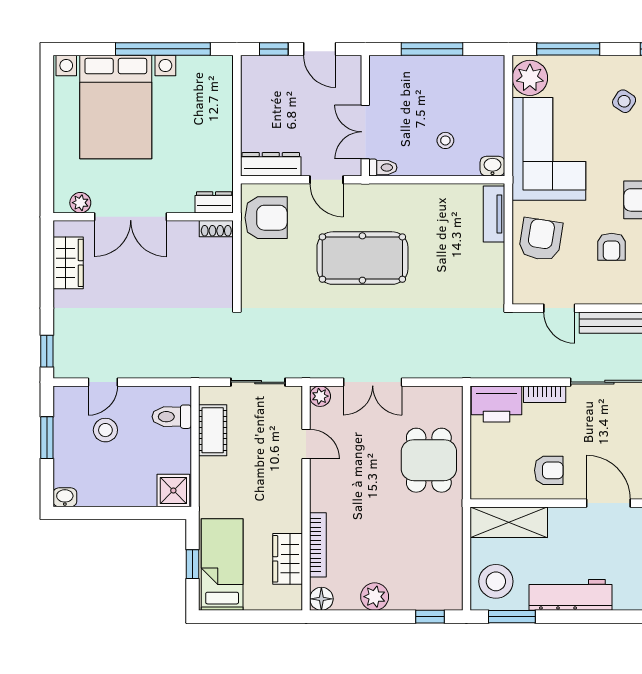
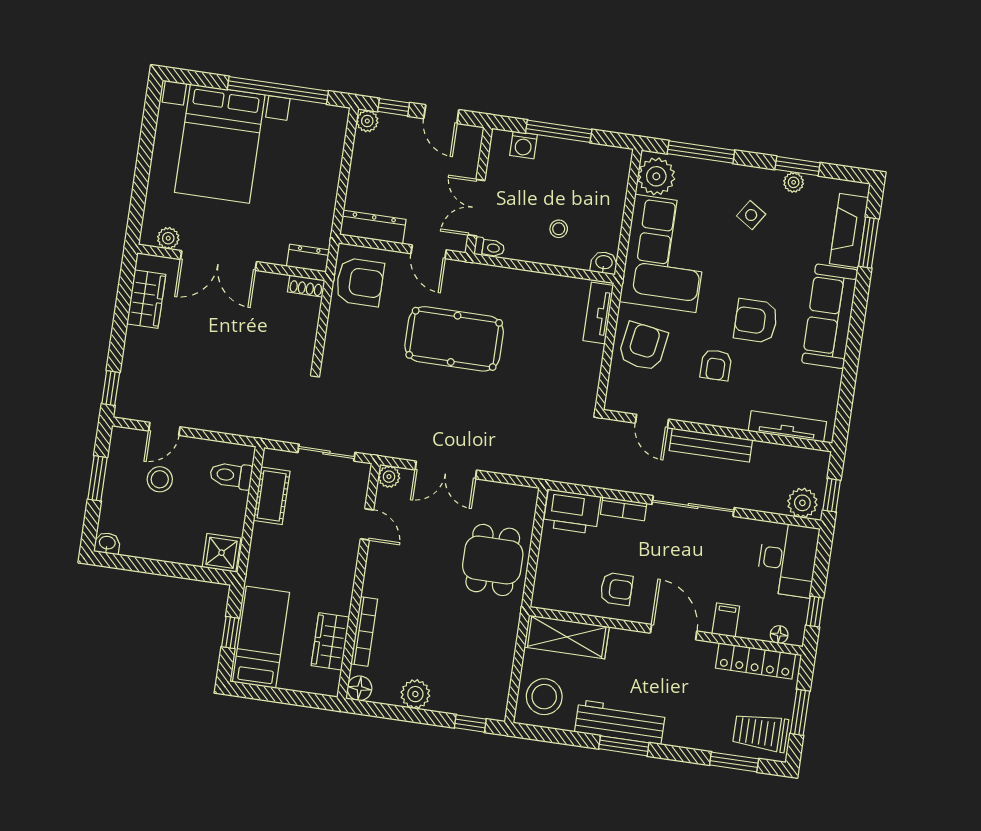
plant: (251, 66) -> (367, 121), added
washing machine: (401, 67) -> (523, 145), added
window: (512, 617) -> (624, 746), moved

